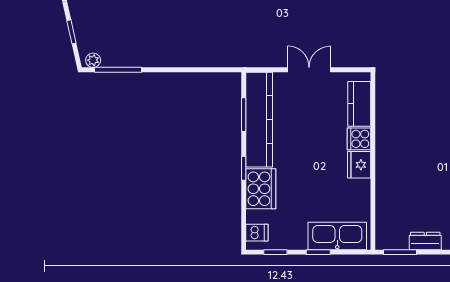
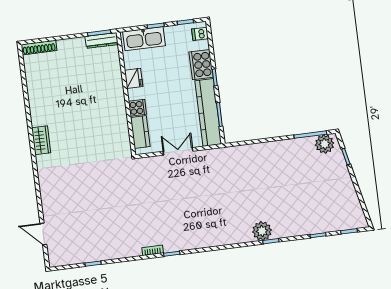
plant: (93, 60) -> (325, 144), width x1.88, depth x1.88
double door: (309, 70) -> (178, 151), swing flipped
fridge: (359, 165) -> (134, 78), moved
dresser: (425, 241) -> (102, 40), moved, width x1.44

